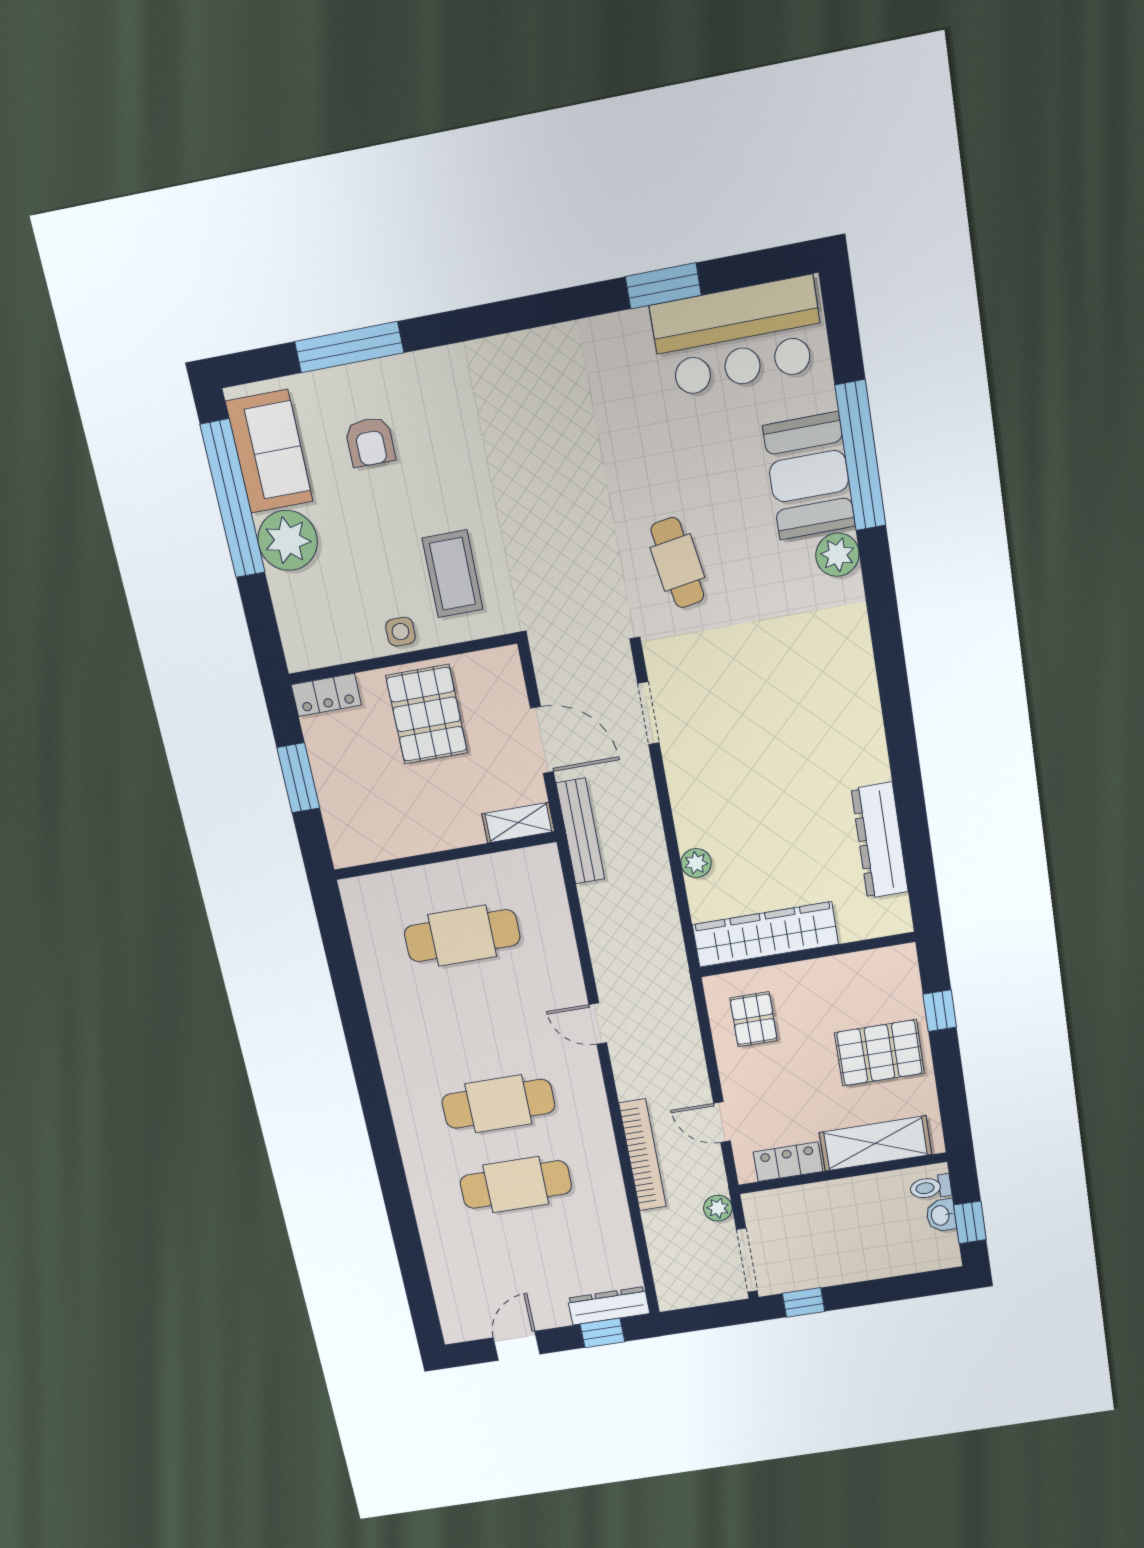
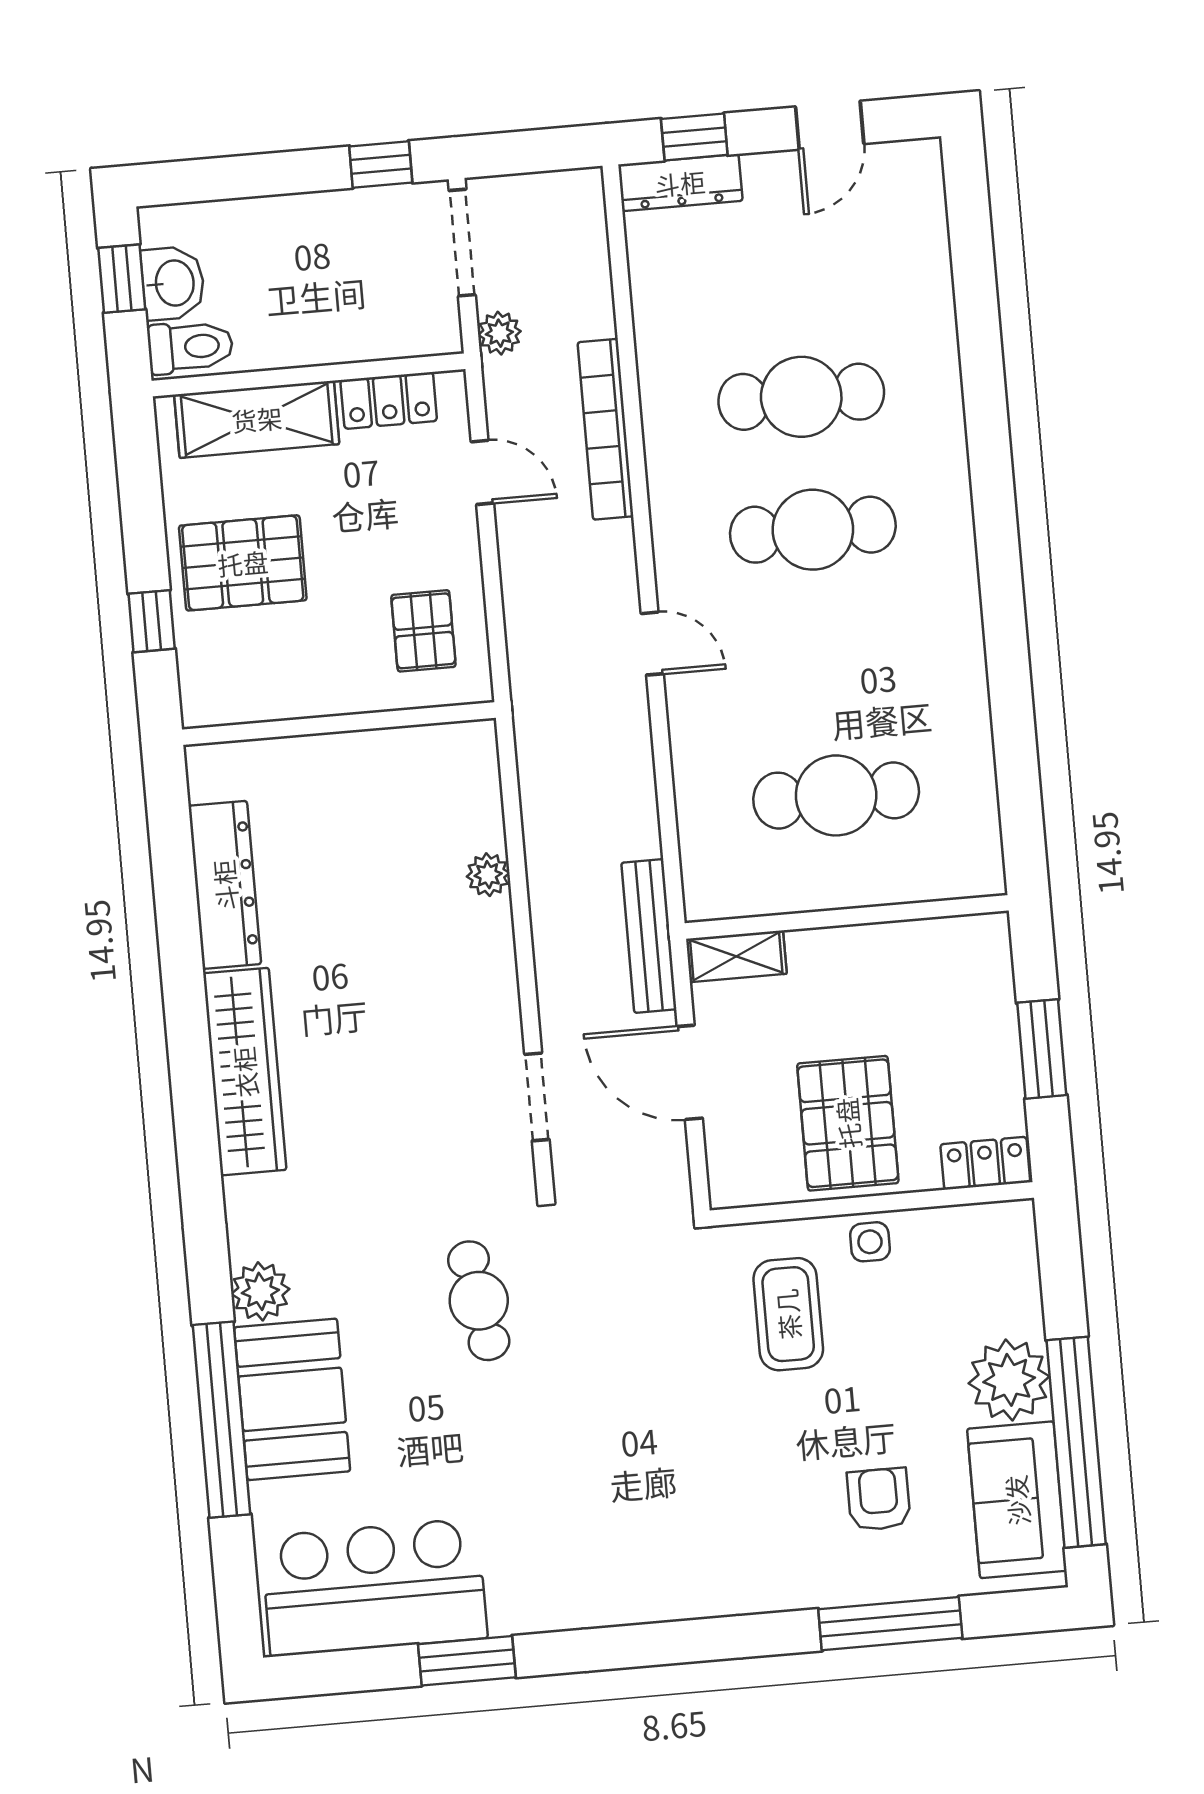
wardrobe: (765, 934) -> (245, 1072), moved, turned -90
toilet: (931, 1187) -> (190, 347), width x1.37, depth x1.39
washbasin: (941, 1215) -> (173, 283), width x1.38, depth x1.45

